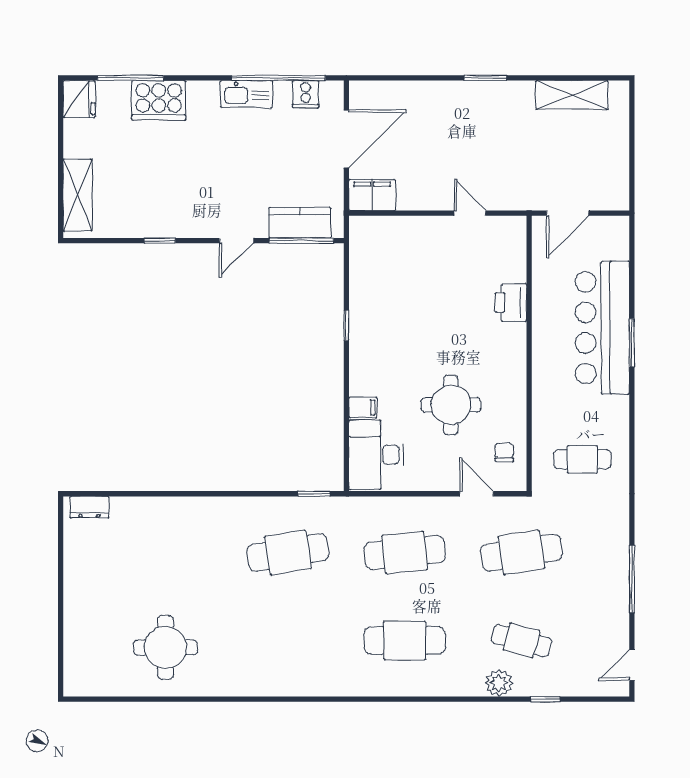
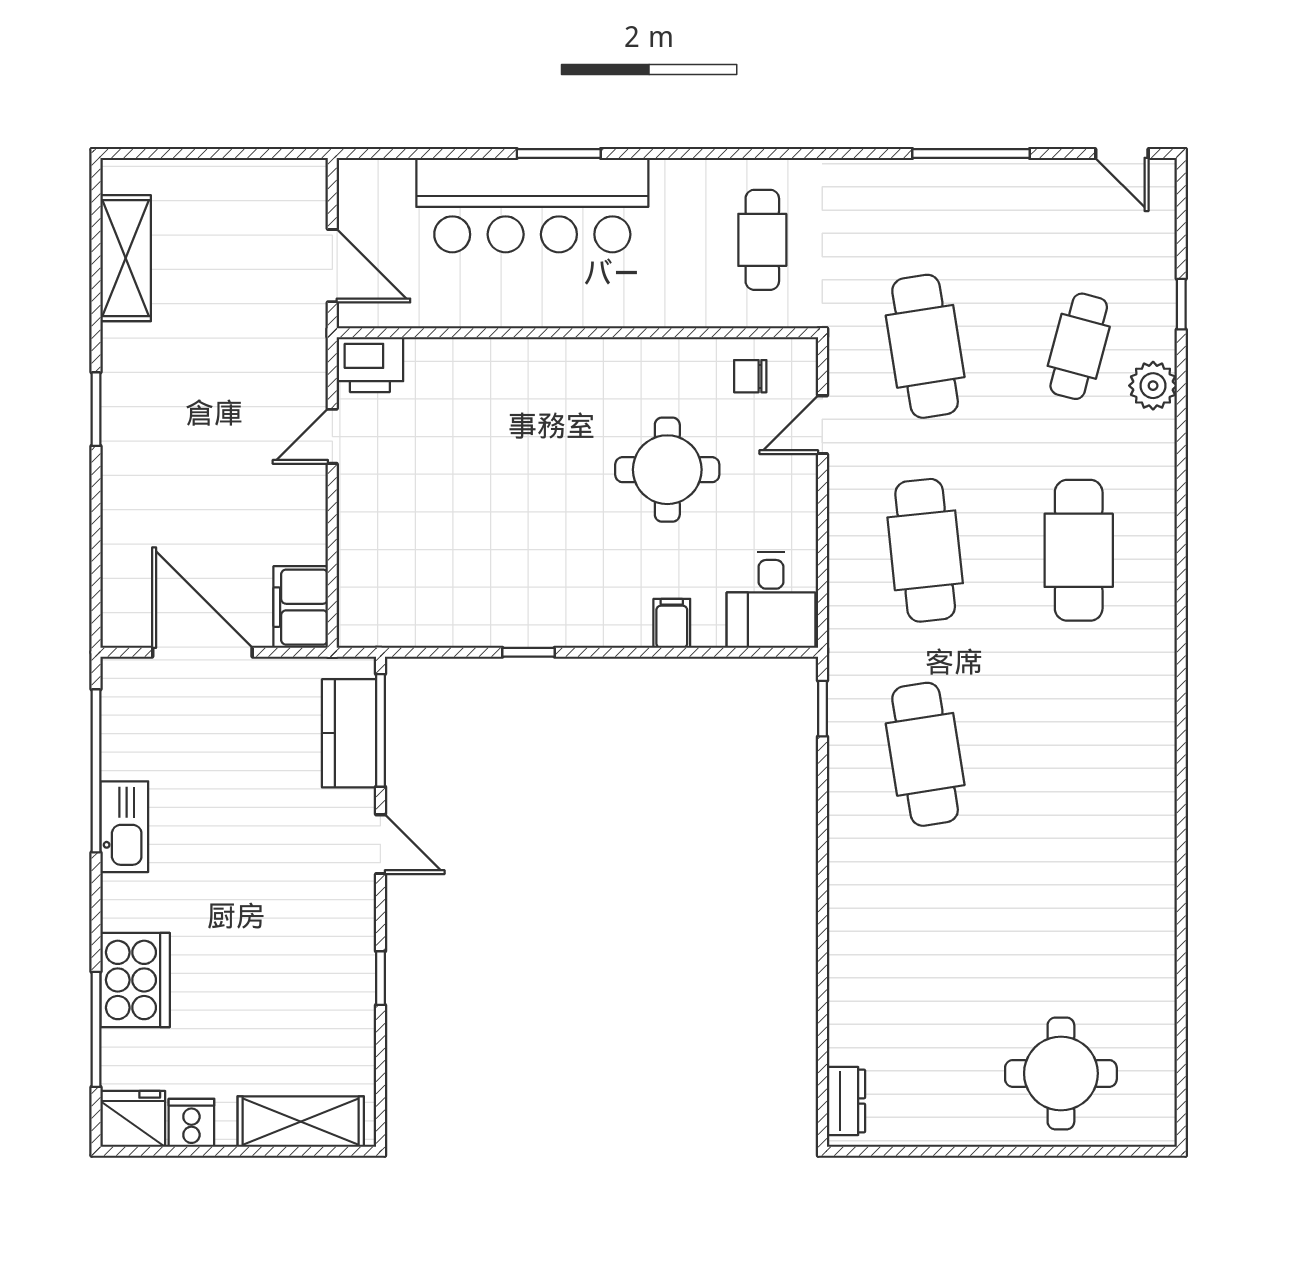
cooker: (306, 94) -> (191, 1123), moved, turned -90
printer: (511, 303) -> (370, 365), moved
desk: (376, 455) -> (771, 600), width x0.73
round table: (165, 647) -> (1061, 1073), moved

